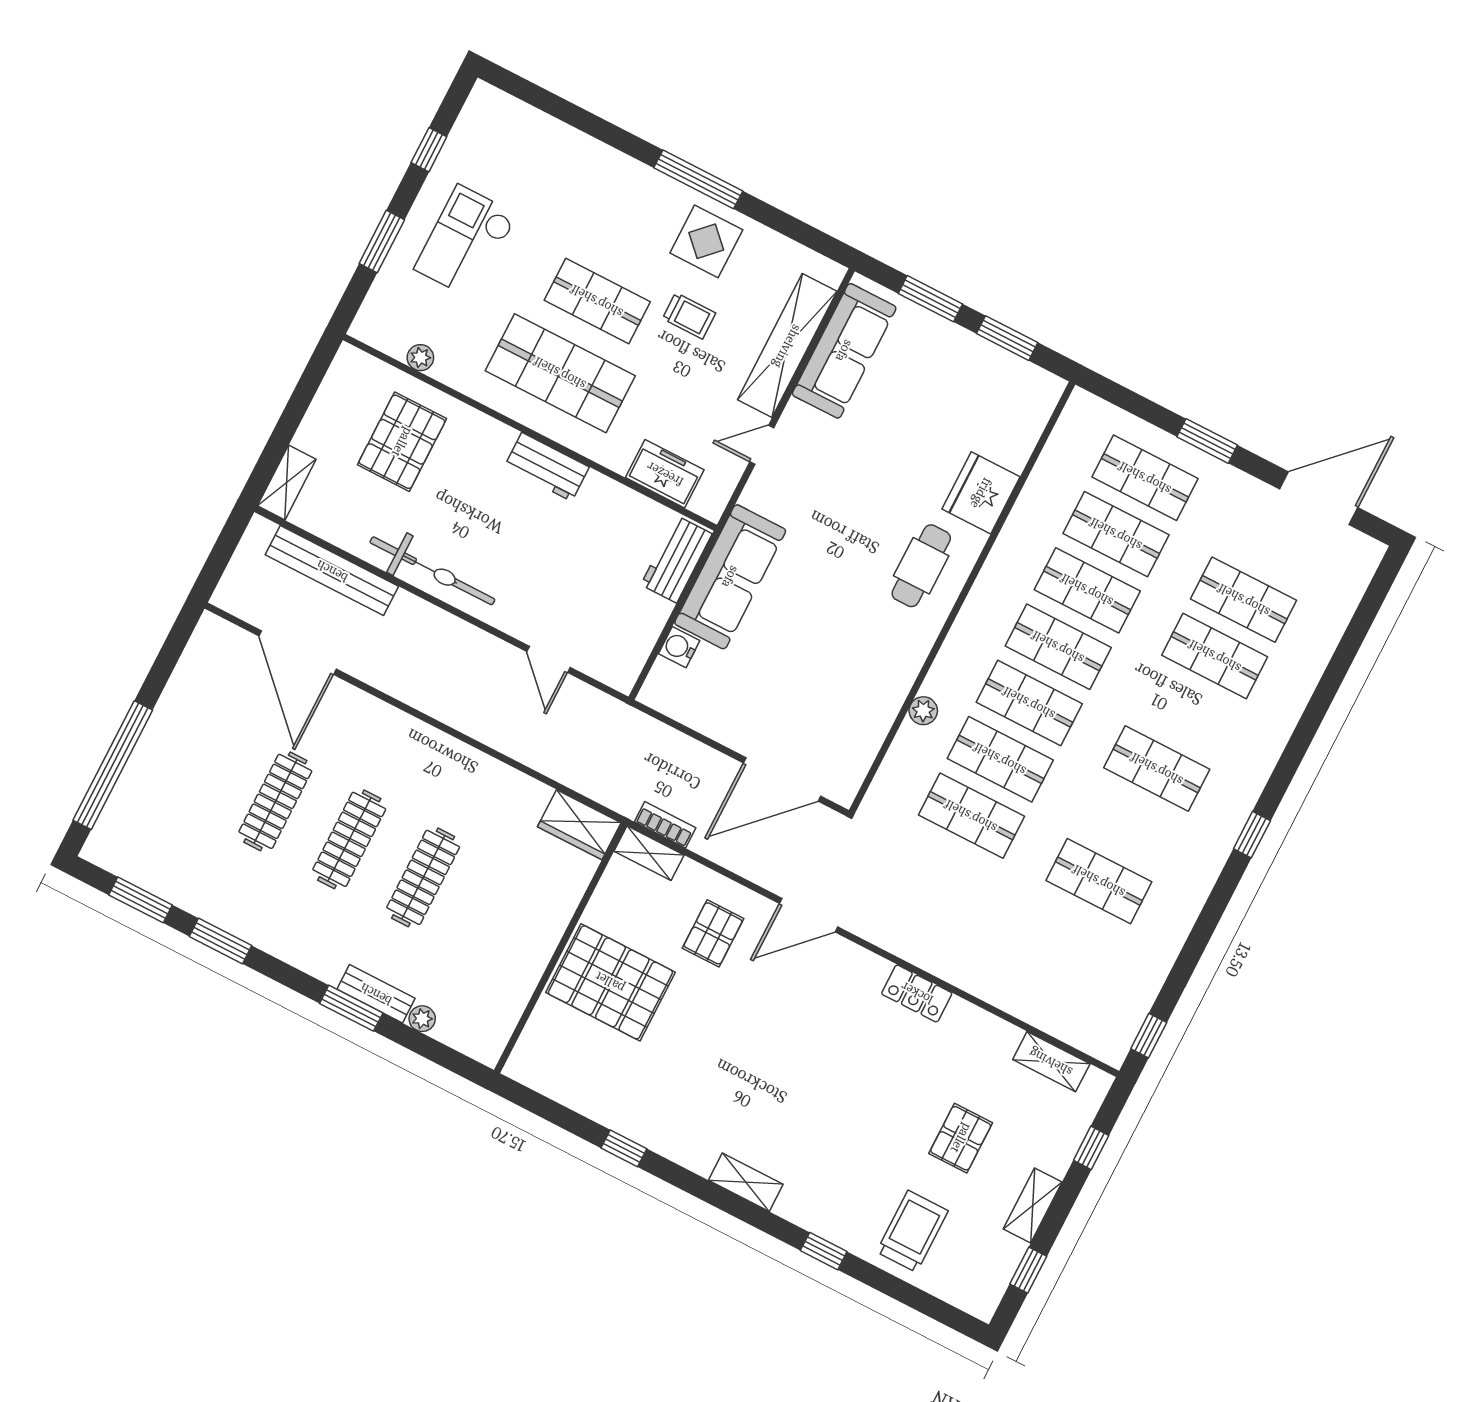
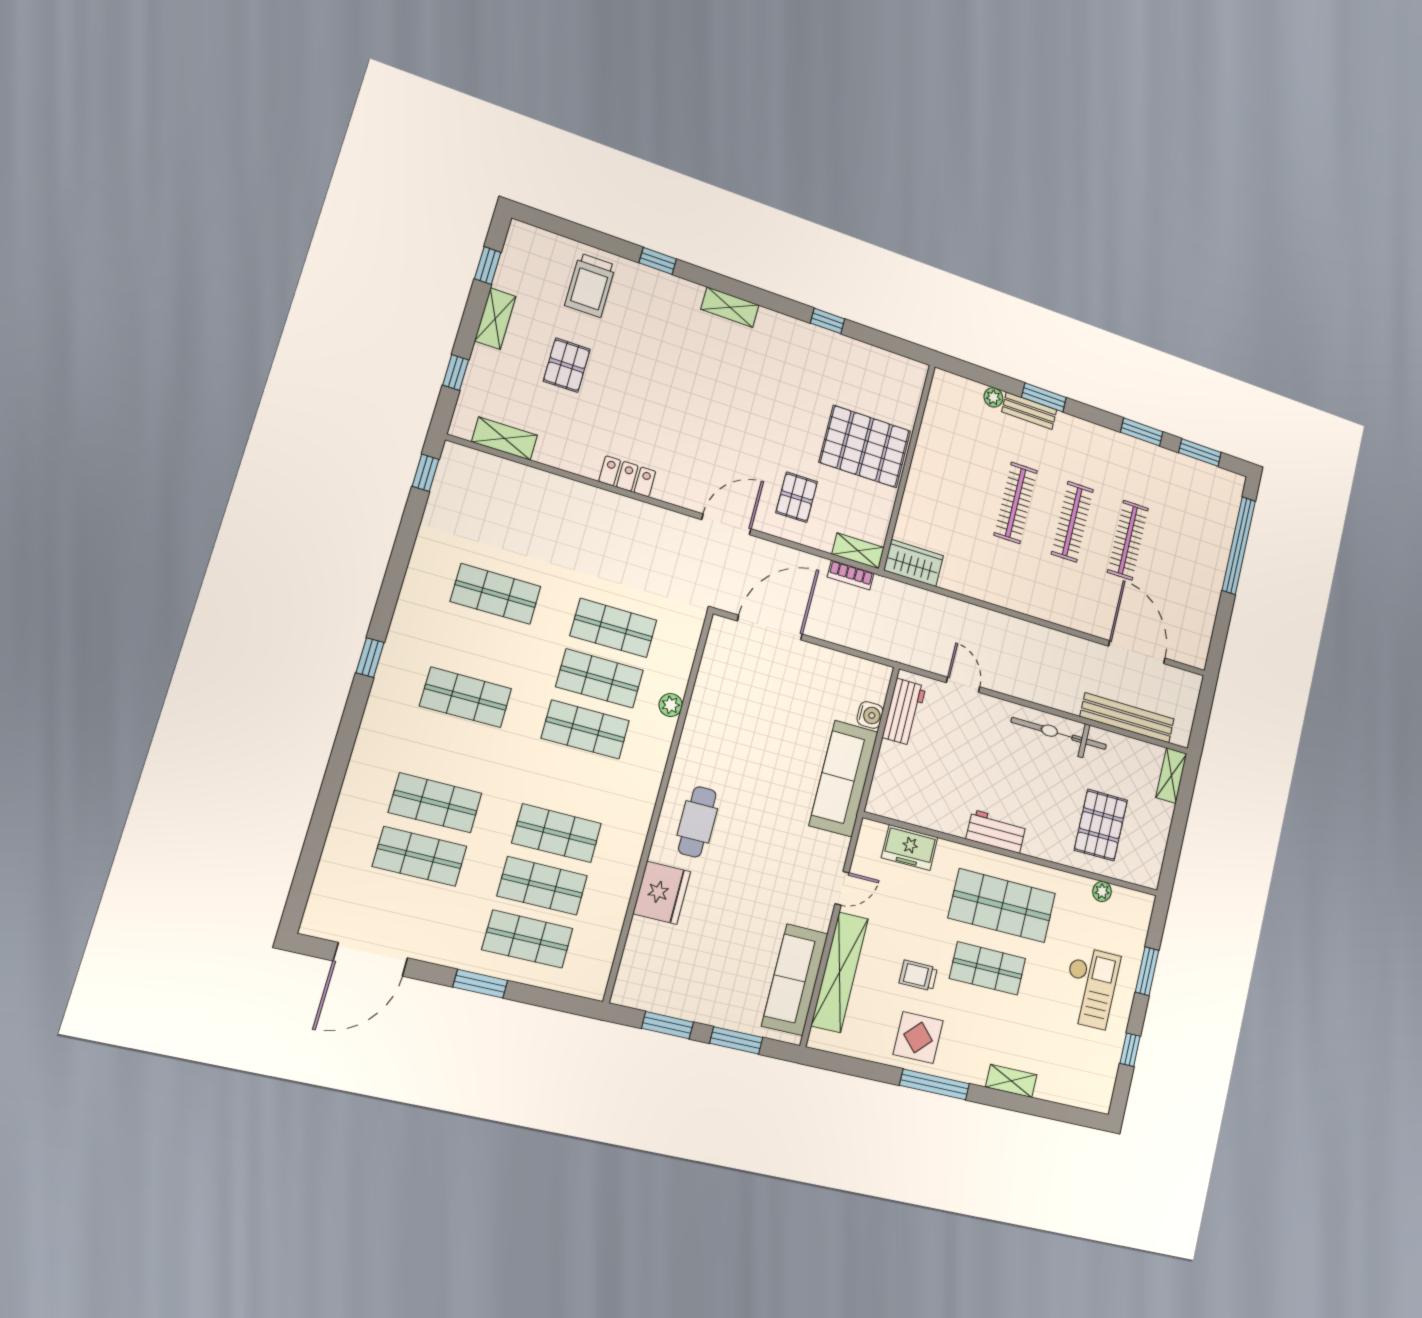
shelving: (598, 156) -> (1011, 1081), added
workbench: (676, 559) -> (904, 712), moved
shop shelf: (1058, 647) -> (571, 781), removed

